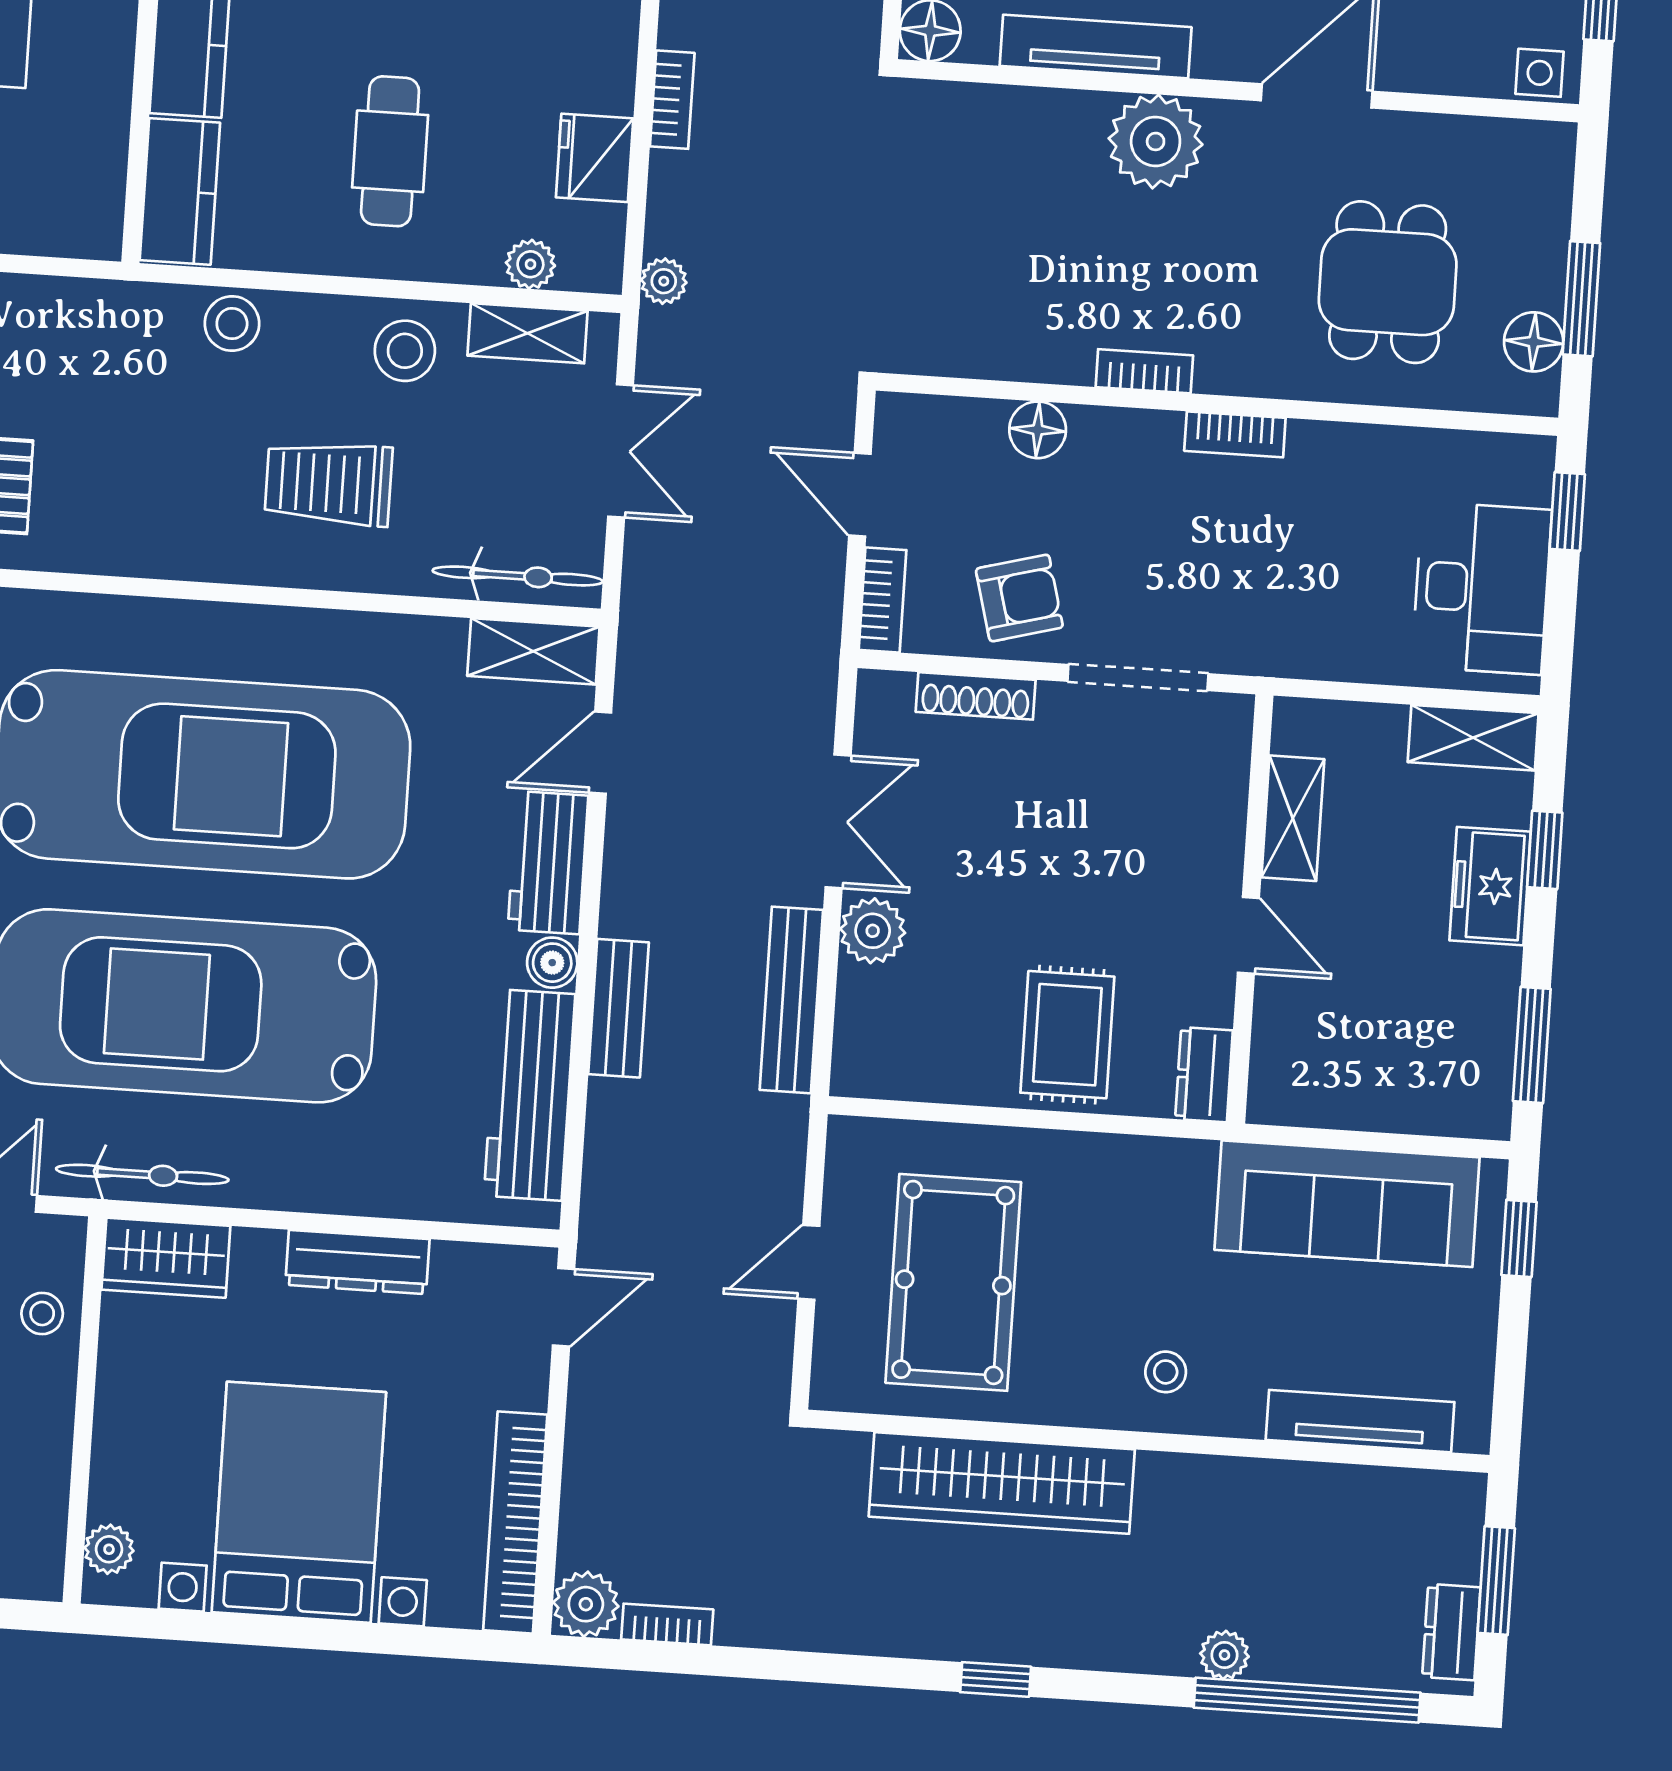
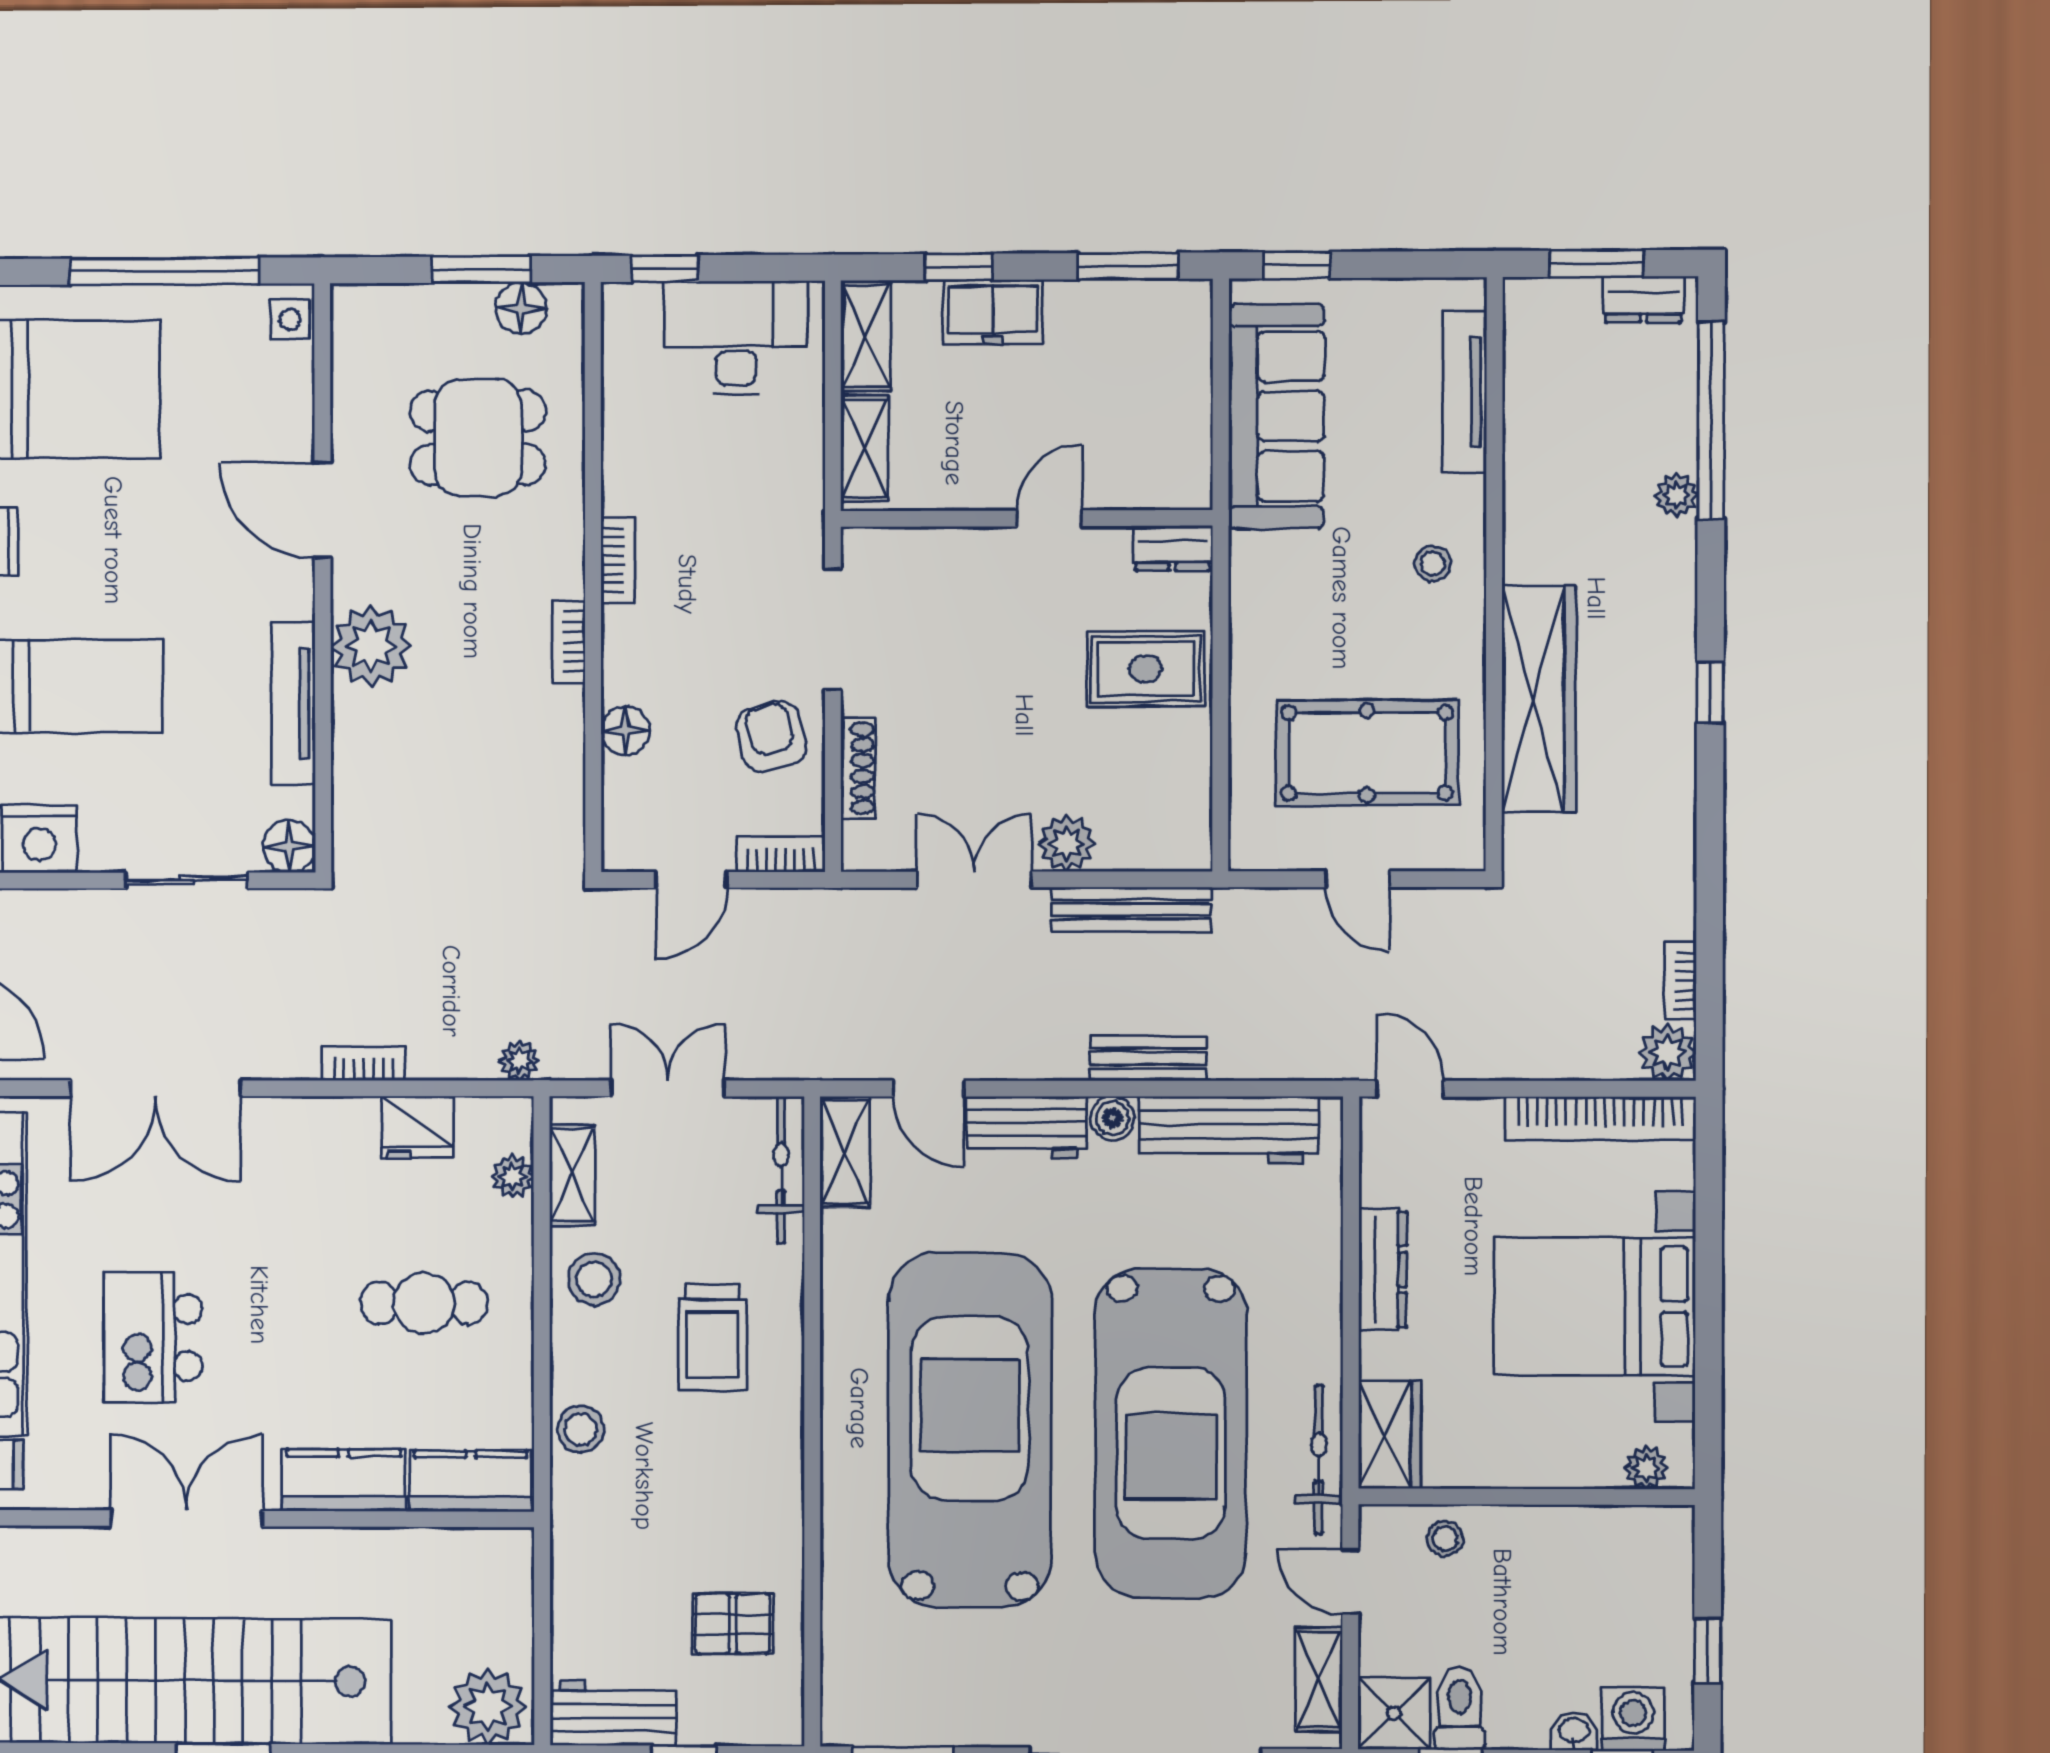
shelving: (1293, 818) -> (865, 448), moved, turned 90

